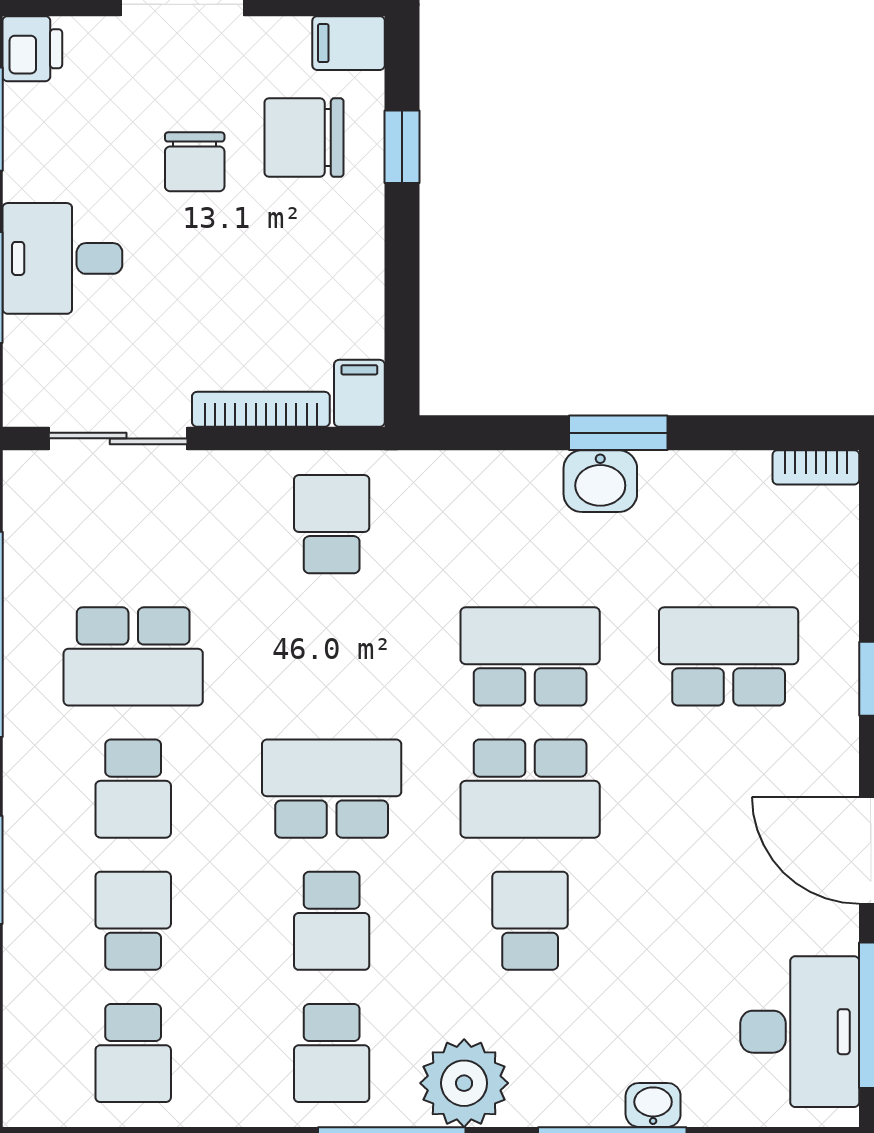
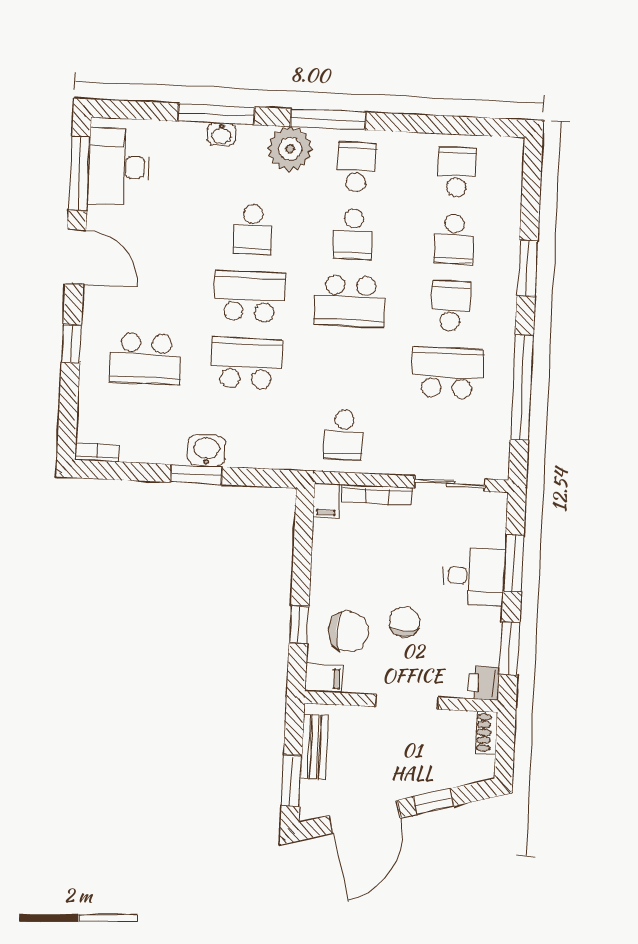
school desk: (530, 656) -> (246, 363), turned 180
school desk: (332, 921) -> (353, 234), turned 180
washbasin: (653, 1105) -> (221, 134), moved

